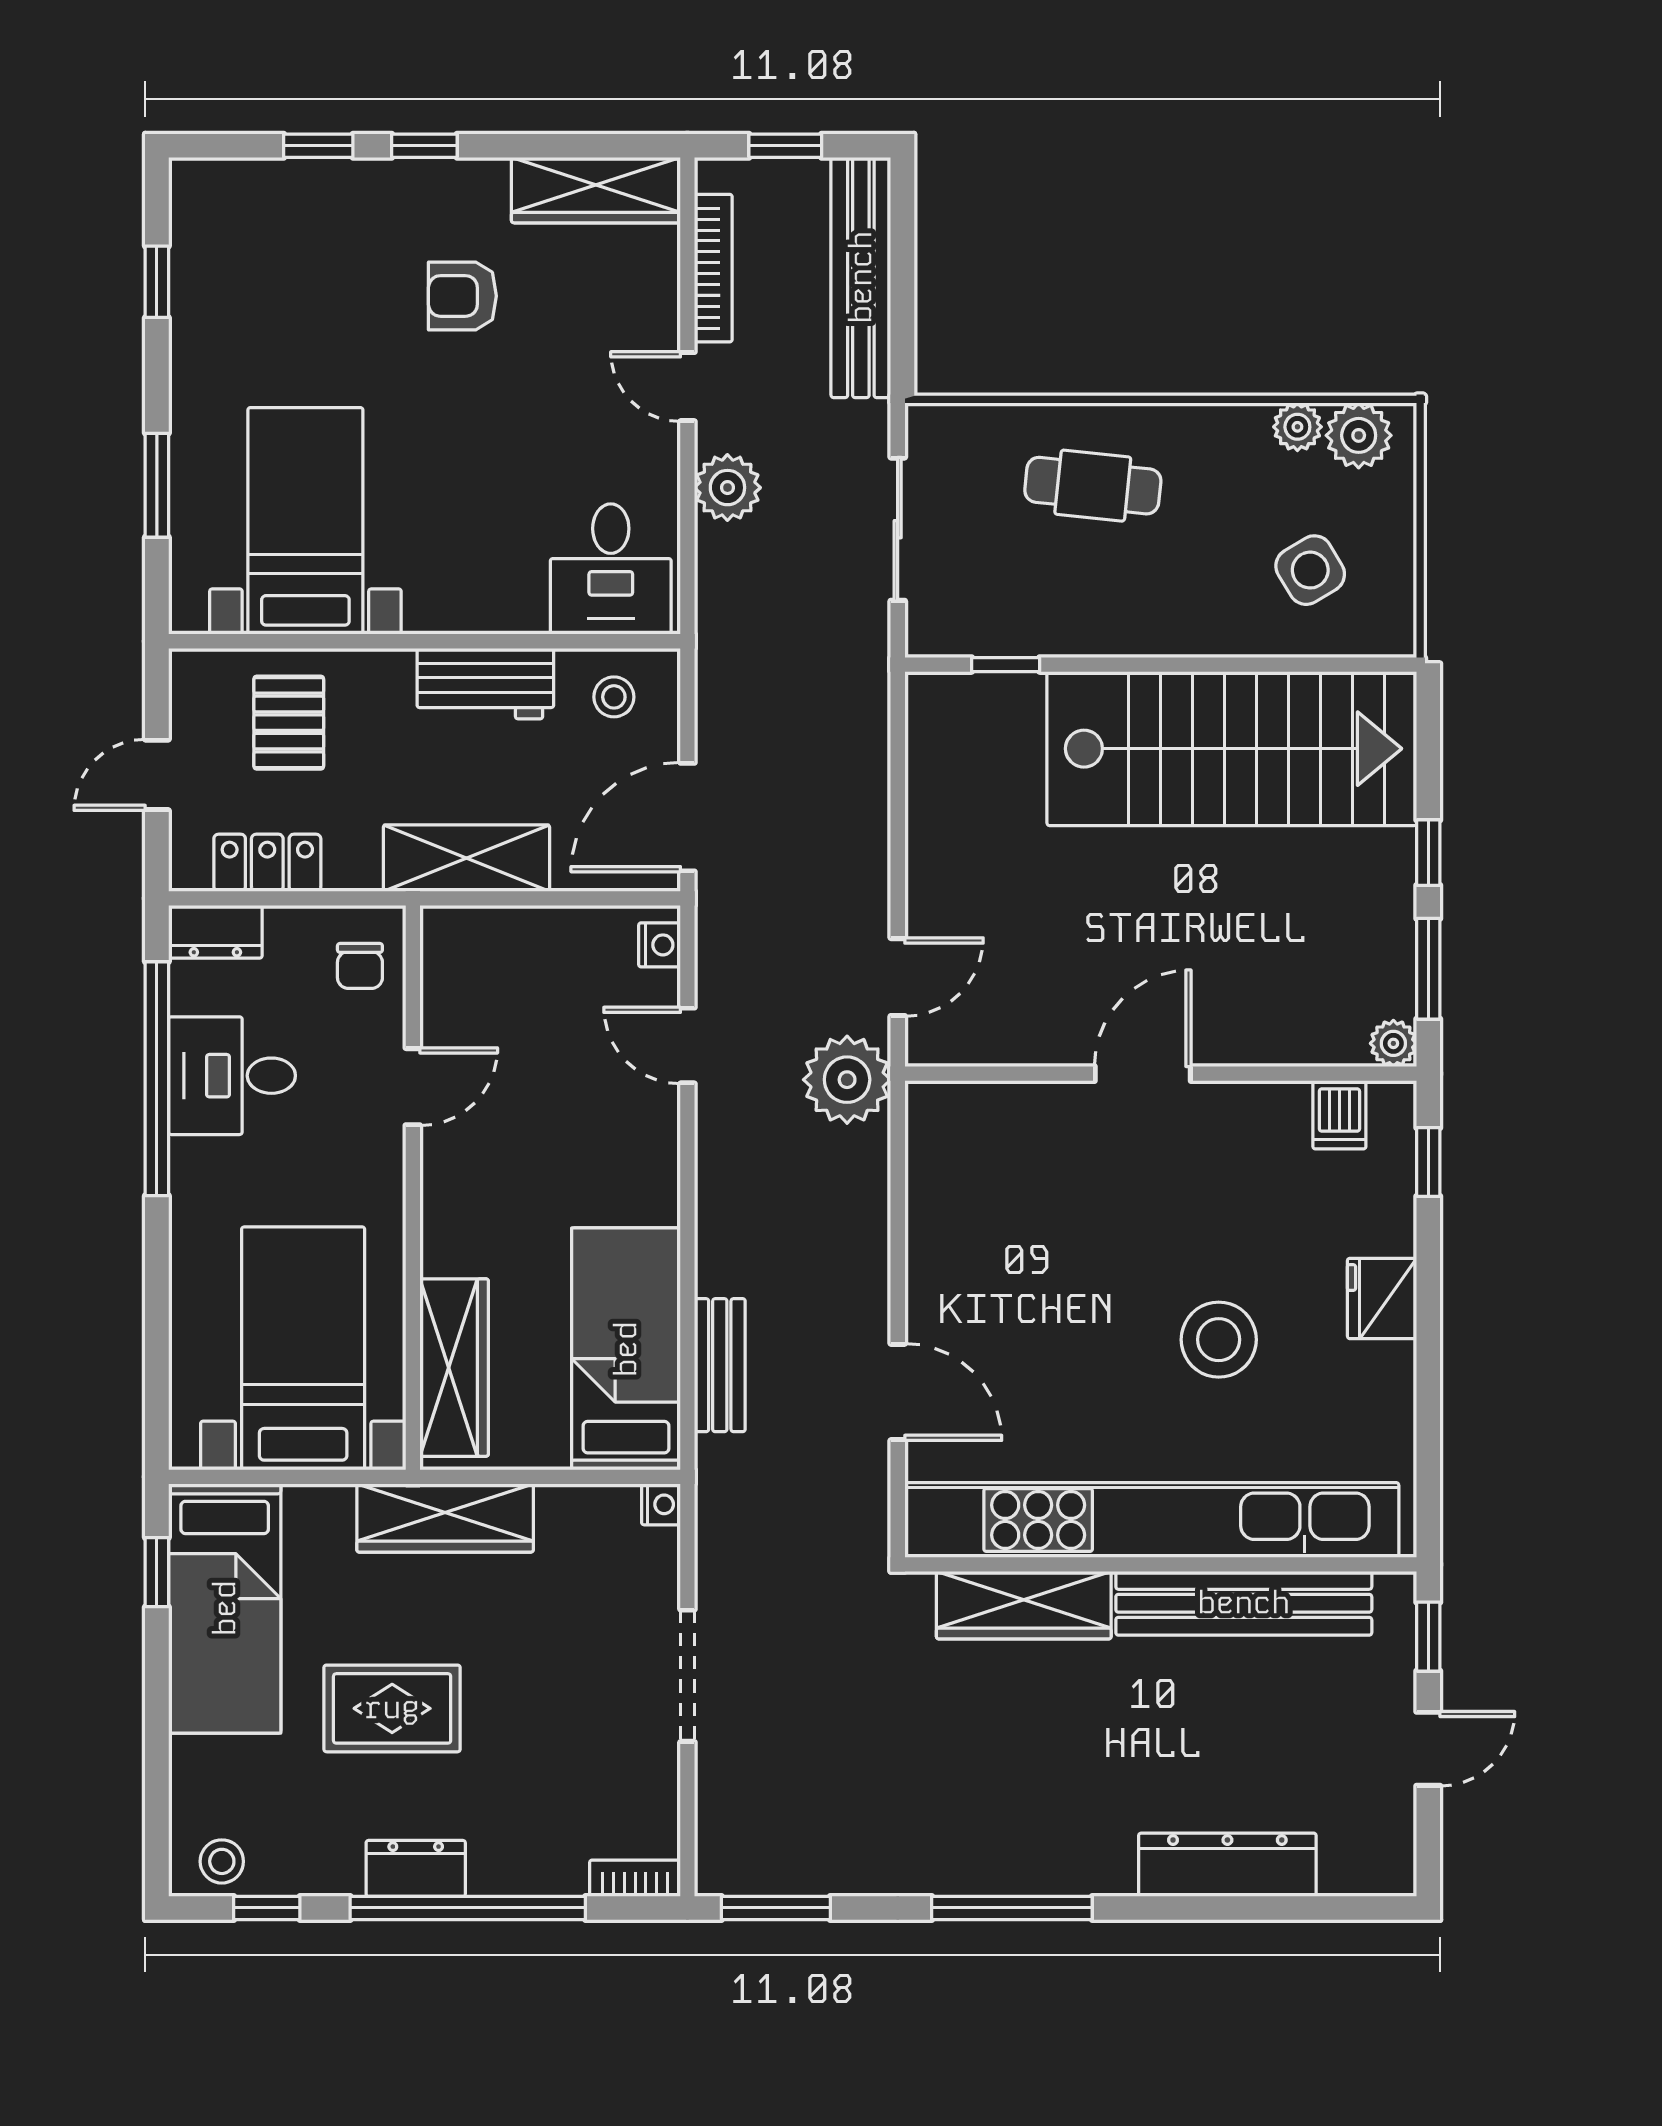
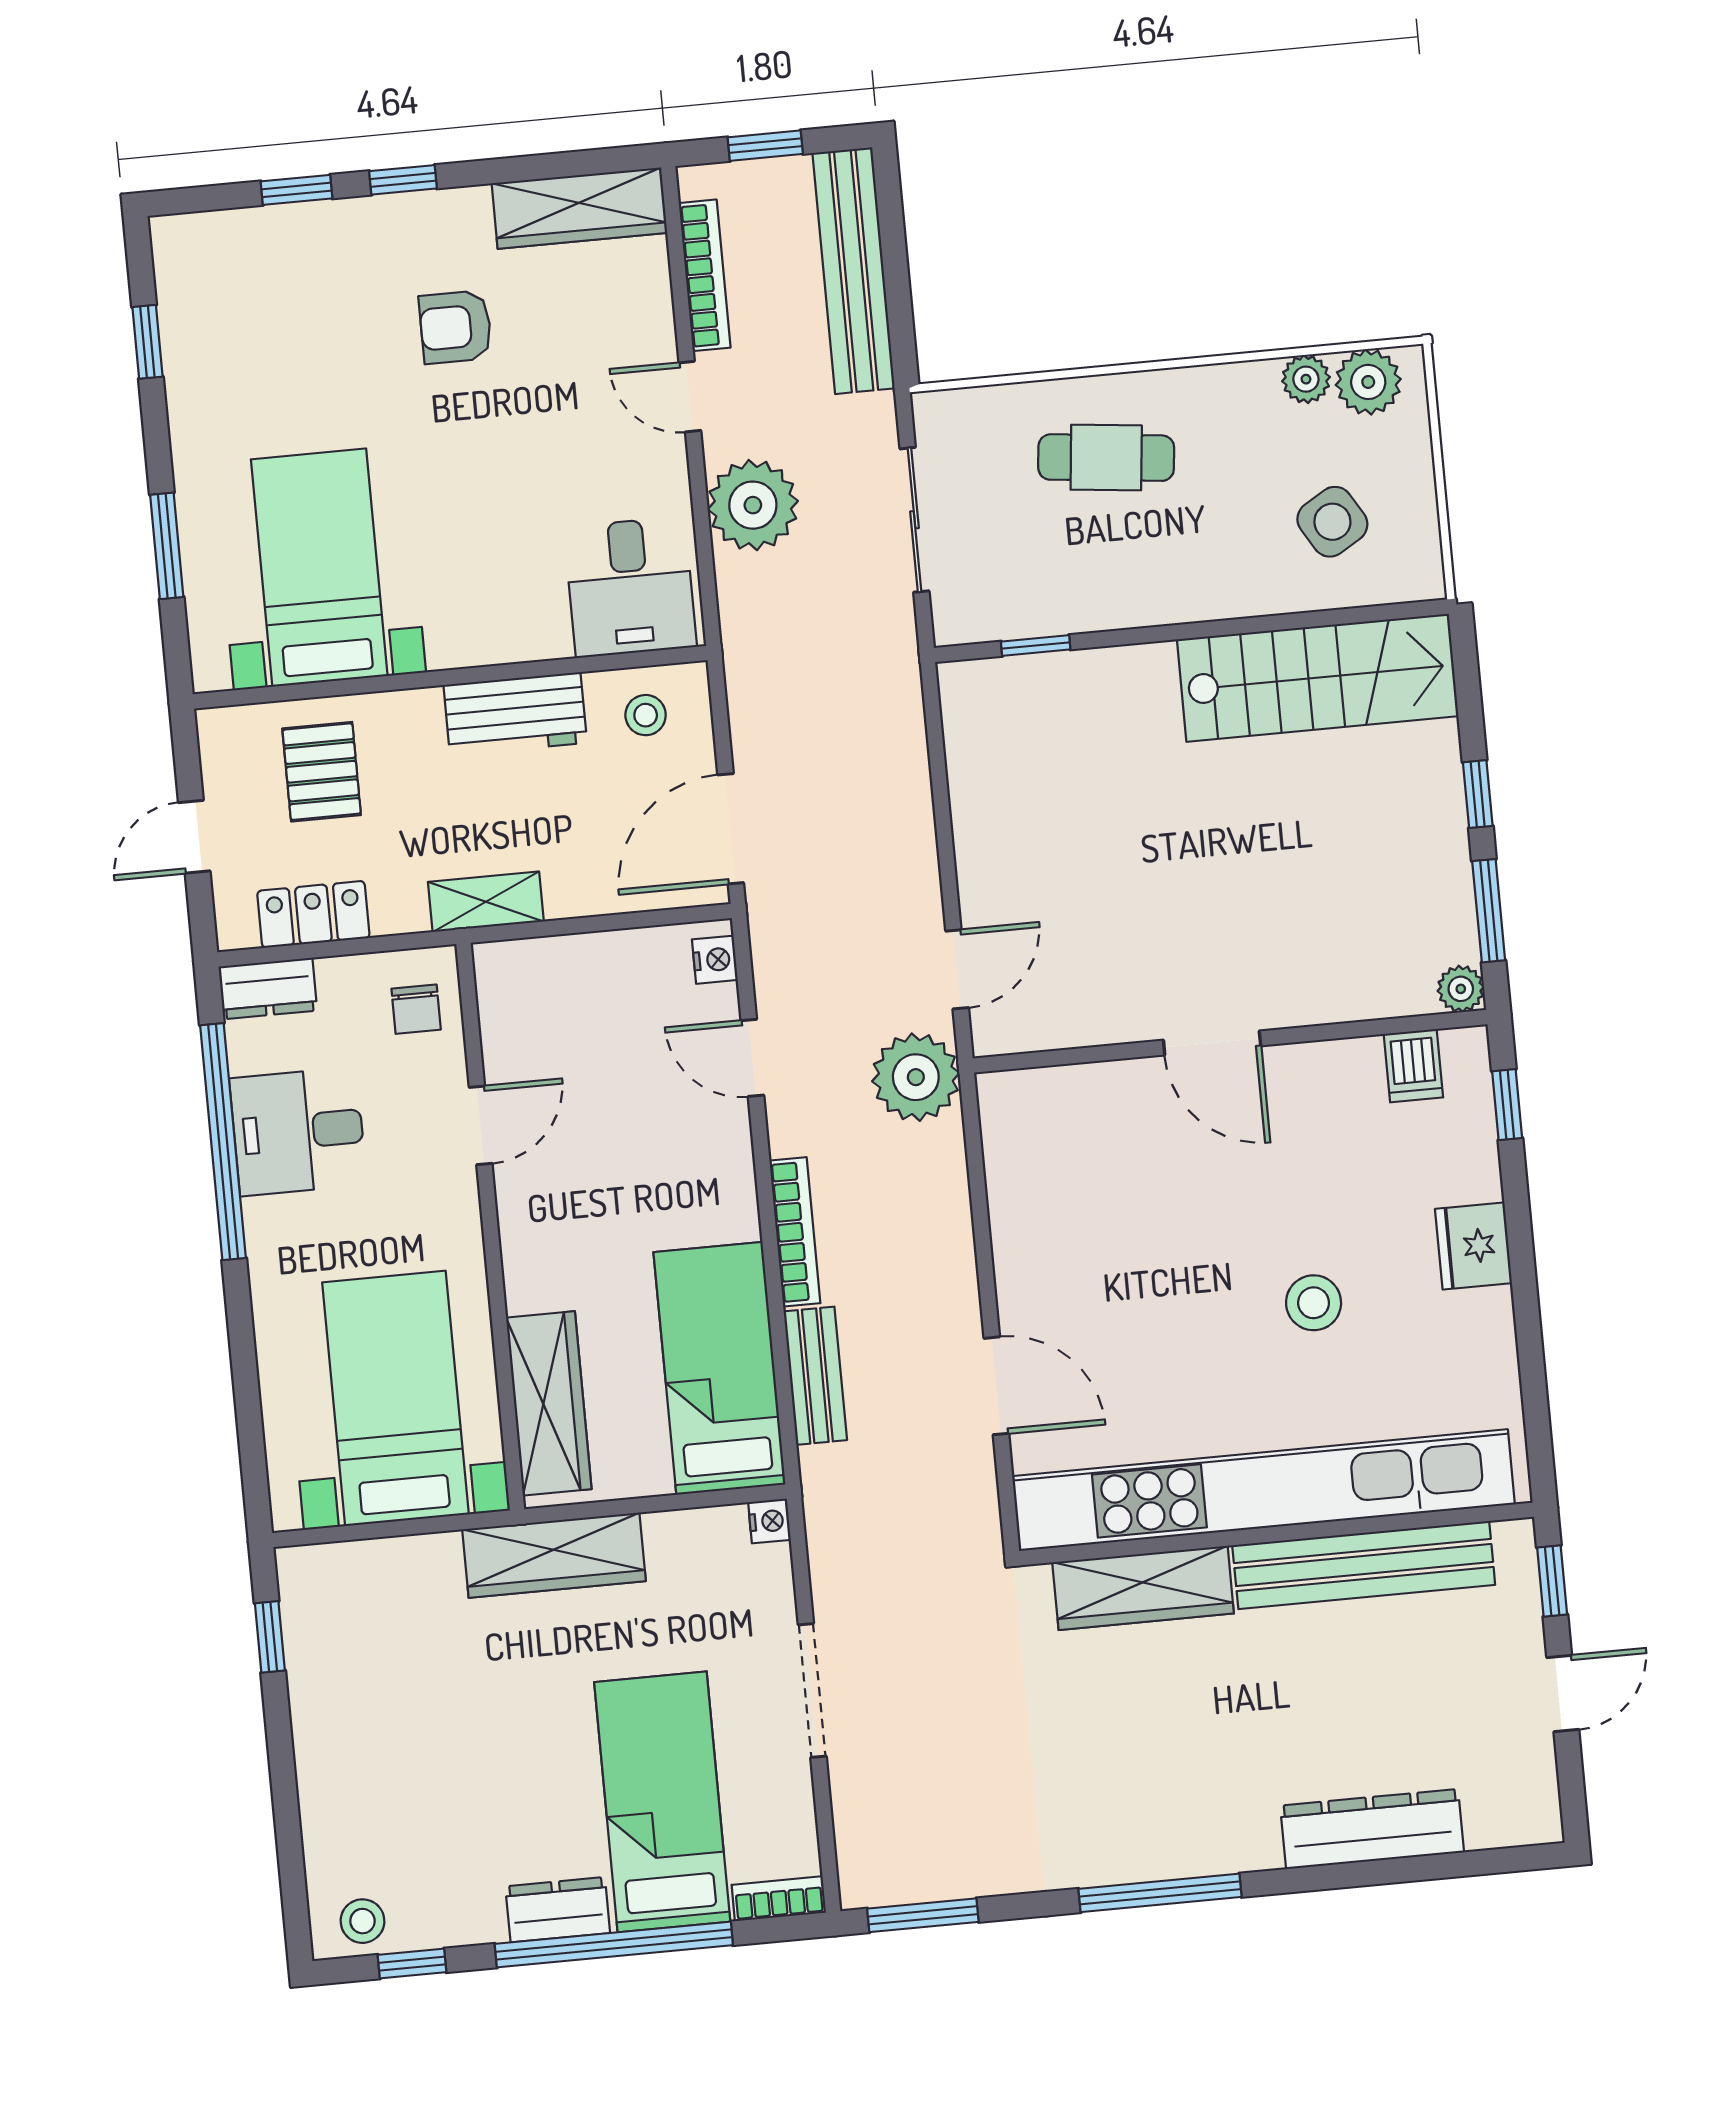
plant: (727, 488) -> (753, 505), width x1.36, depth x1.36
stairs: (1232, 749) -> (1318, 678), width x0.73, depth x0.66
shelving: (466, 858) -> (486, 902), width x0.67, depth x0.75
door: (1143, 1074) -> (1212, 1043), swing flipped
bookcase: (713, 1221) -> (795, 1232), added
stool: (1219, 1340) -> (1314, 1303), width x0.73, depth x0.73
bed: (225, 1608) -> (662, 1802), moved, turned 180
rug: (392, 1708) -> (519, 1751), removed

